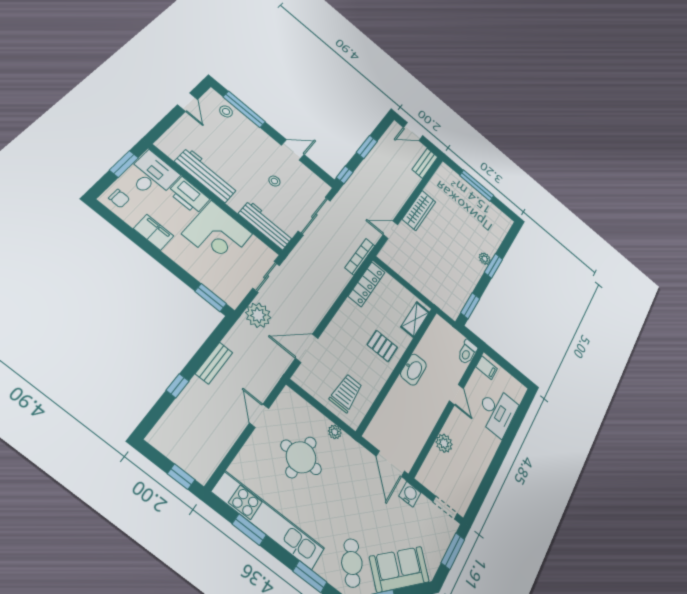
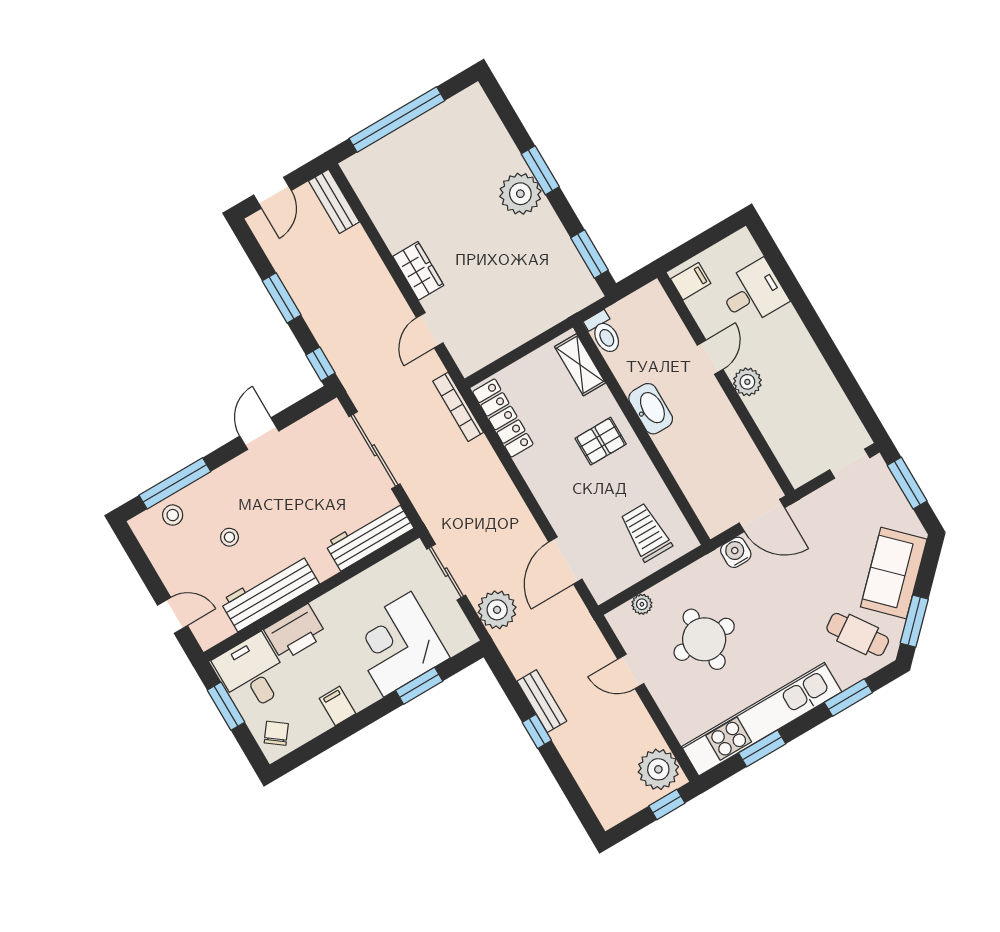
door: (188, 102) -> (172, 615), moved
stool: (274, 181) -> (229, 537), moved
window: (477, 186) -> (397, 119), width x1.46
chair: (119, 198) -> (276, 733), turned -53
wardrobe: (419, 210) -> (418, 271), width x0.67
filing cabinet: (154, 232) -> (337, 706), width x0.50
corner desk: (217, 234) -> (397, 644), moved, turned 180
plant: (485, 259) -> (520, 194), width x1.88, depth x1.88
window: (211, 298) -> (419, 686), moved
toilet: (467, 352) -> (604, 333), moved
window: (178, 386) -> (537, 731), moved
door: (456, 395) -> (710, 357), hinge flipped
desk: (497, 411) -> (753, 293), width x0.73
plant: (335, 432) -> (642, 604), moved
plant: (444, 443) -> (747, 382), moved
plant: (203, 461) -> (658, 769), added
water cooler: (410, 494) -> (736, 552), moved

